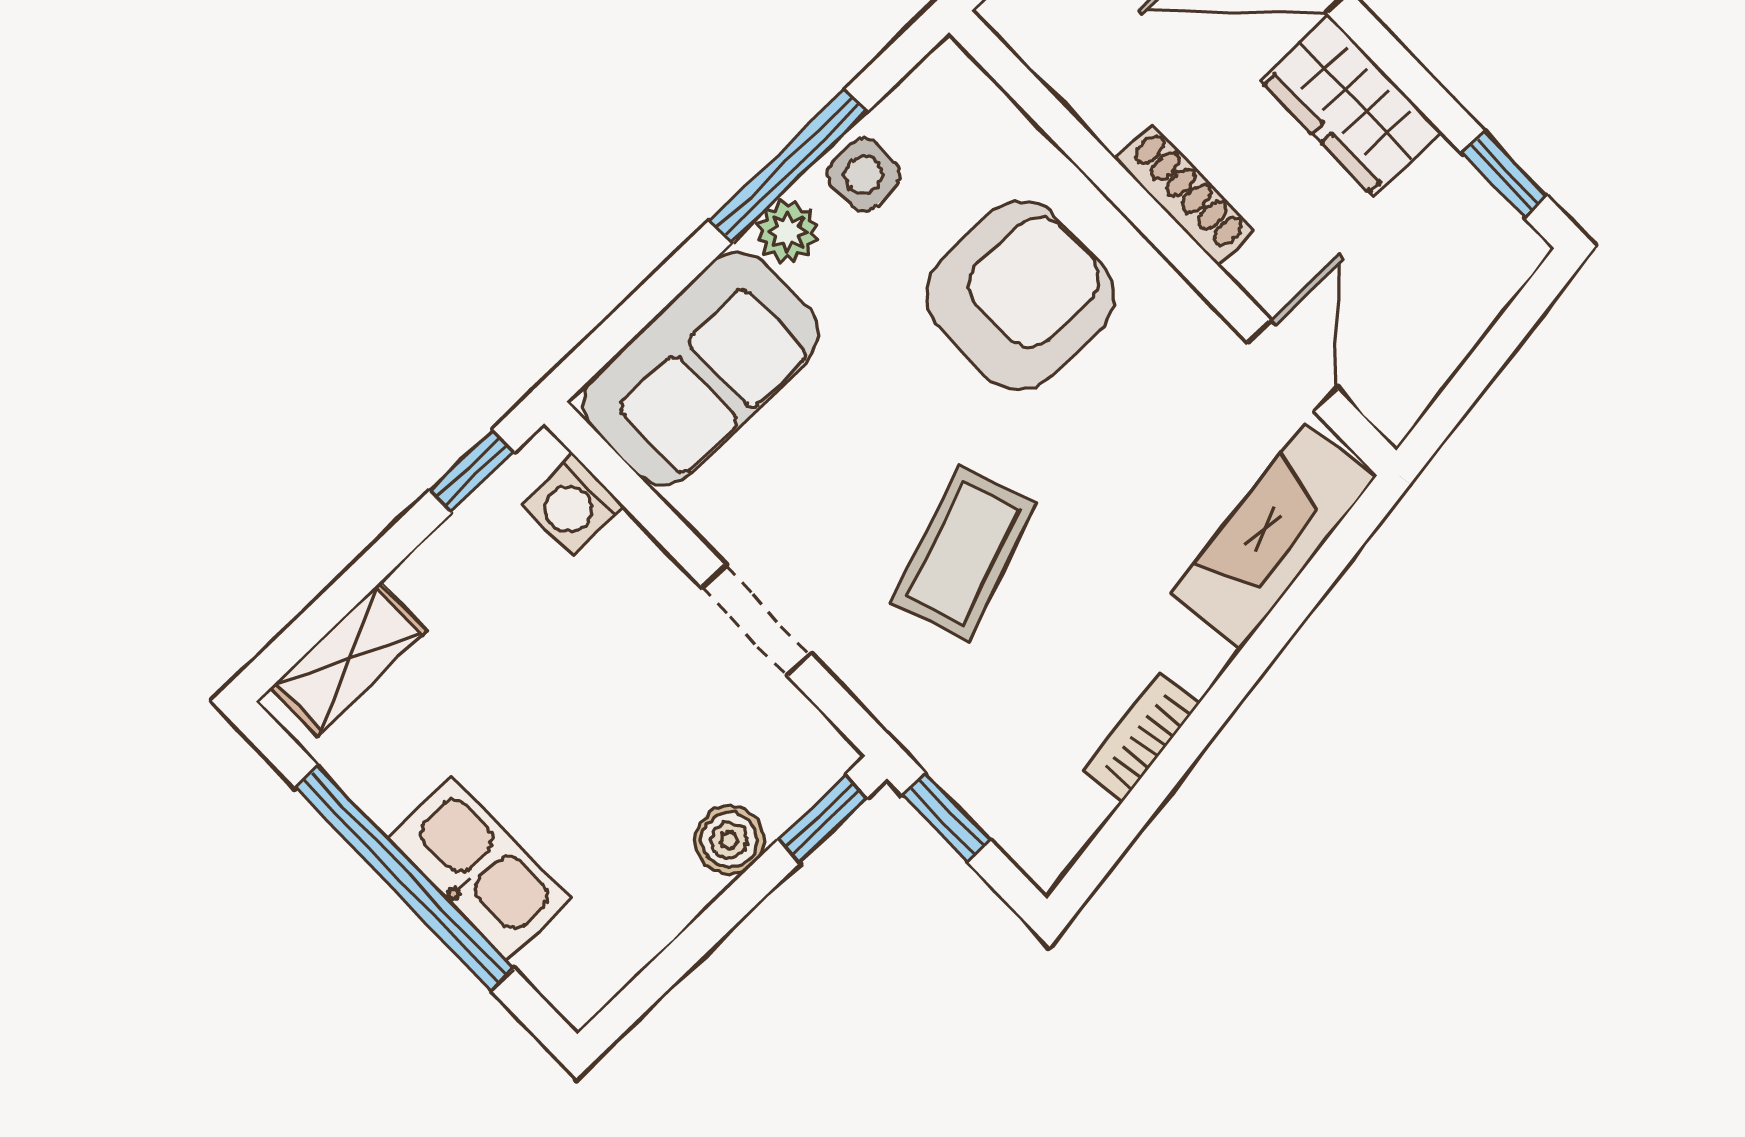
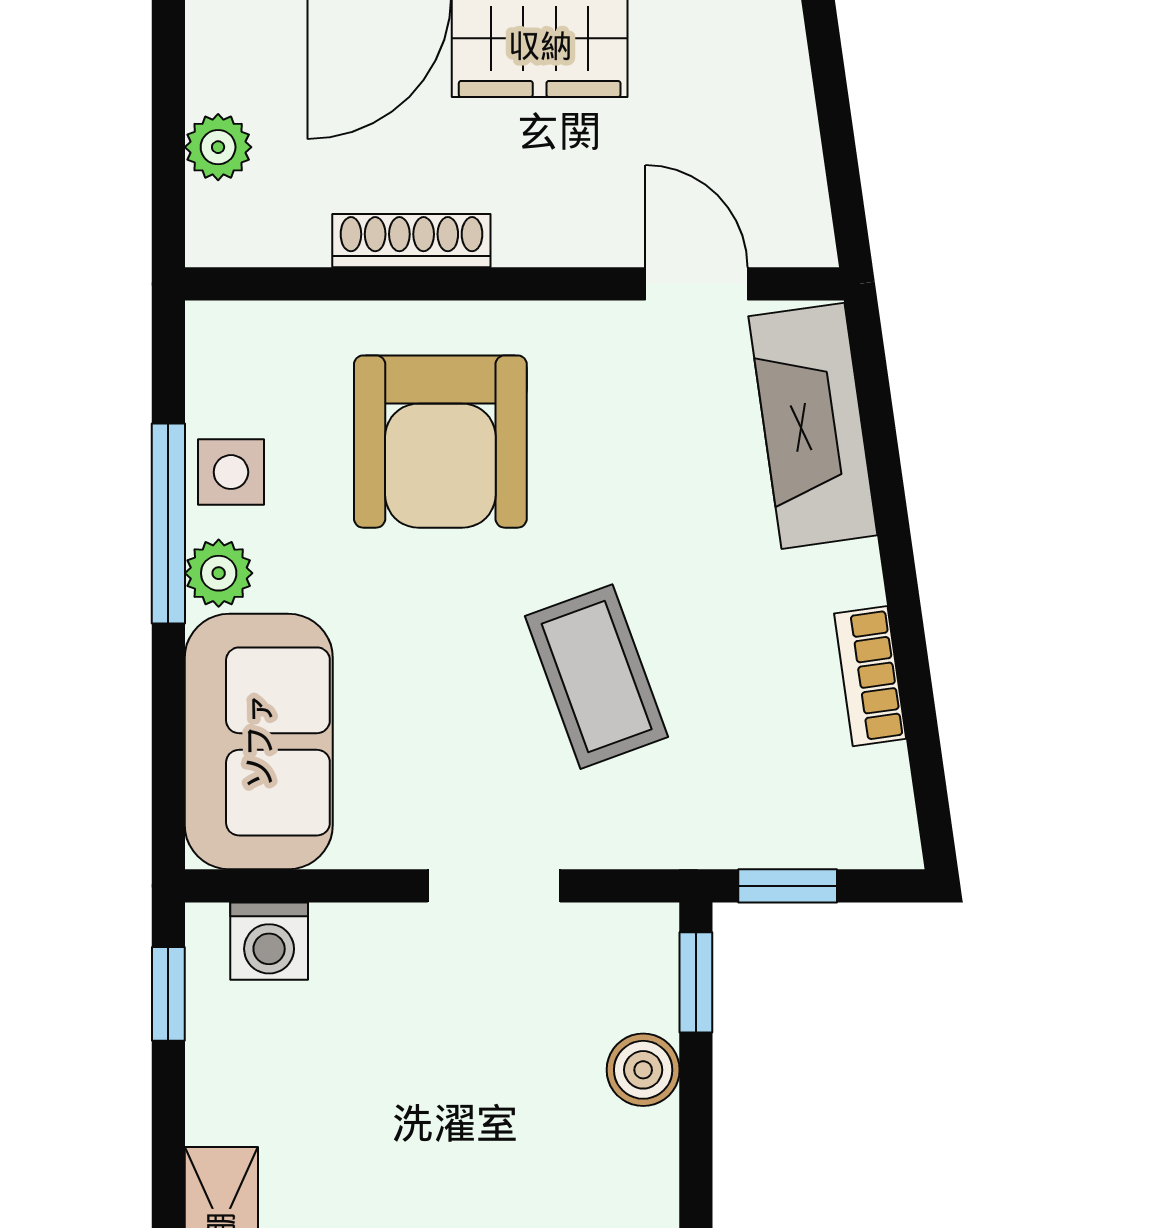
shoe rack: (1184, 195) -> (411, 241), moved
armchair: (1020, 296) -> (440, 442), turned 180

